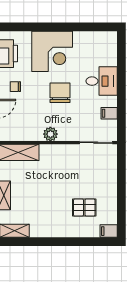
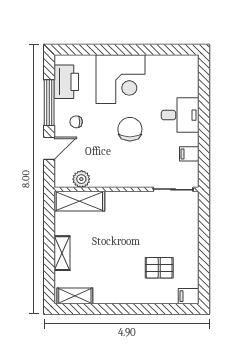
plant: (50, 134) -> (81, 179), moved

